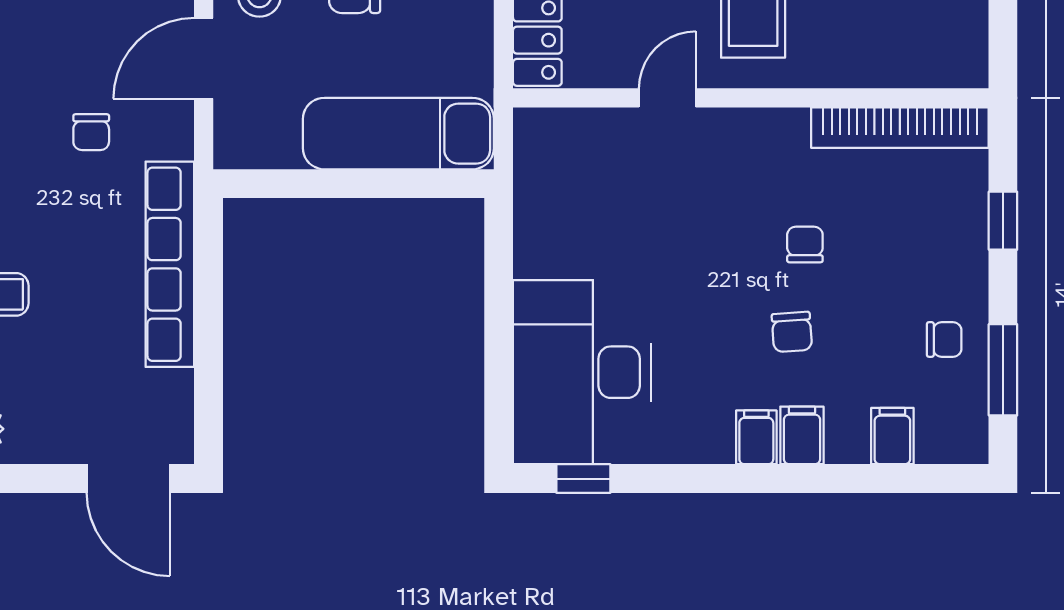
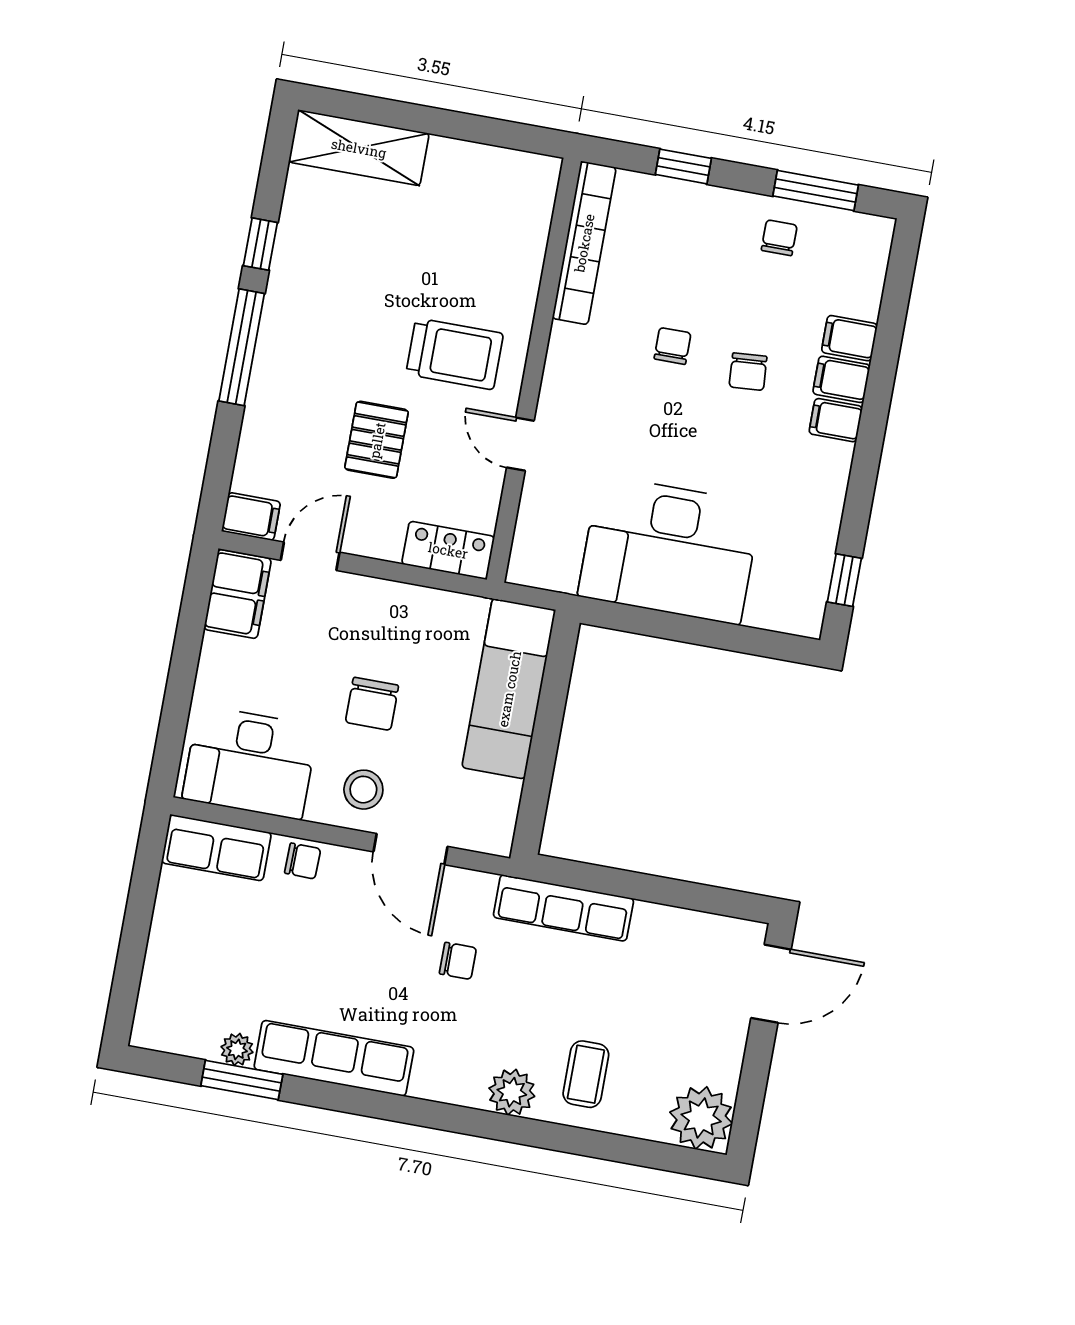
chair: (805, 244) -> (673, 346), turned 90
row of seats: (170, 264) -> (563, 908), width x0.73
chair: (792, 332) -> (748, 372), turned 90
desk: (582, 372) -> (670, 550), moved
filing cabinet: (892, 436) -> (849, 338), moved

